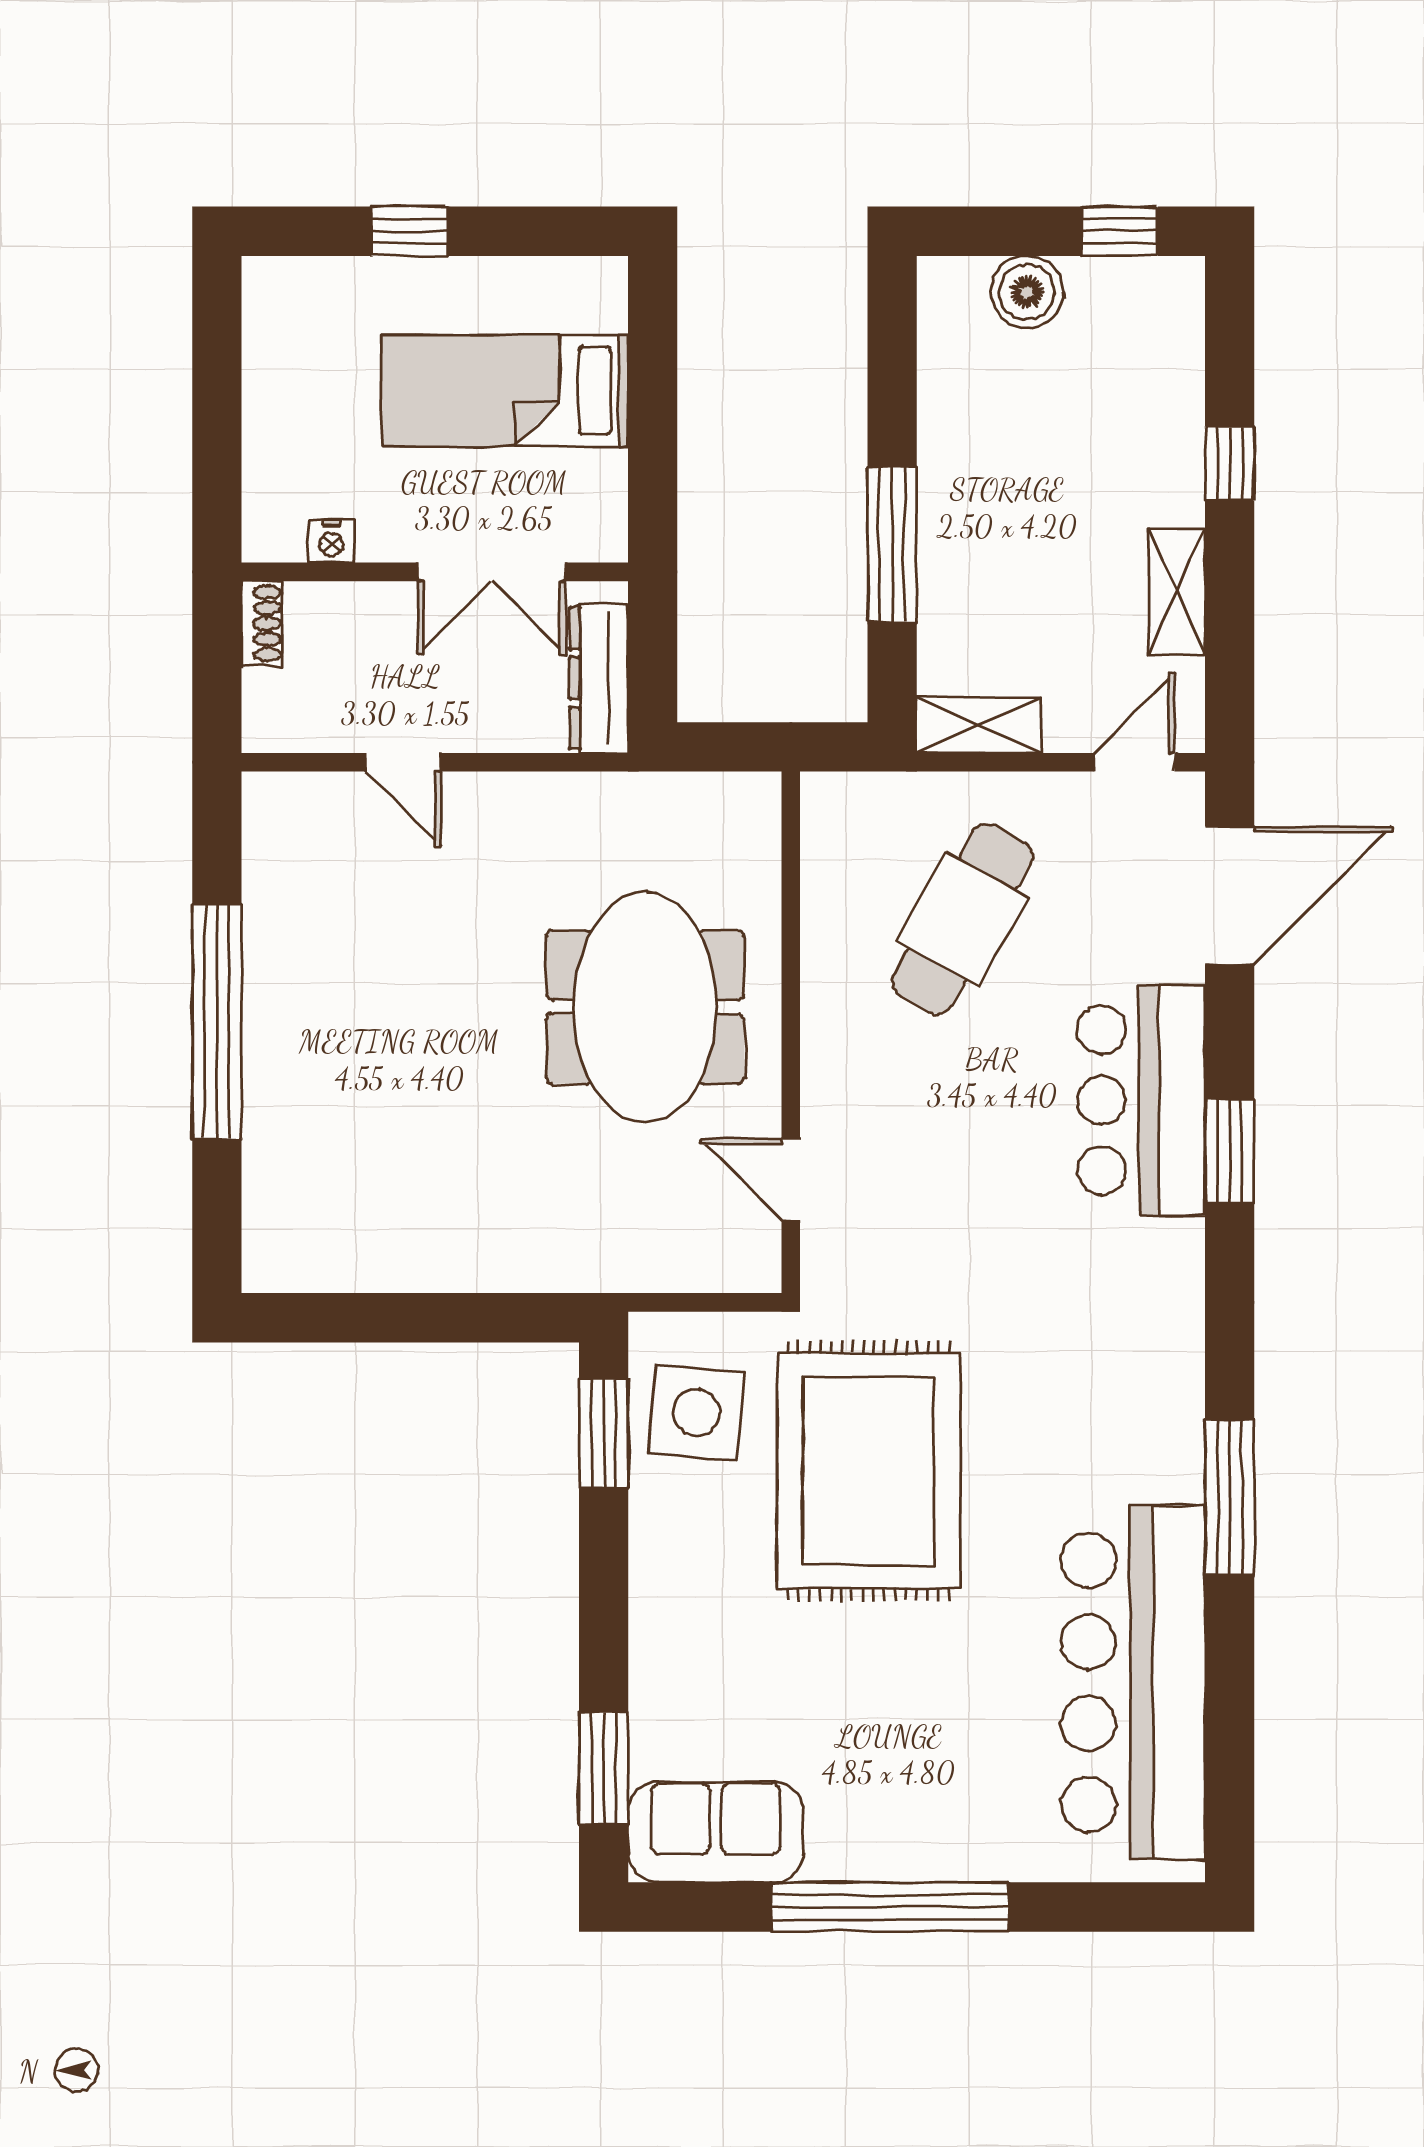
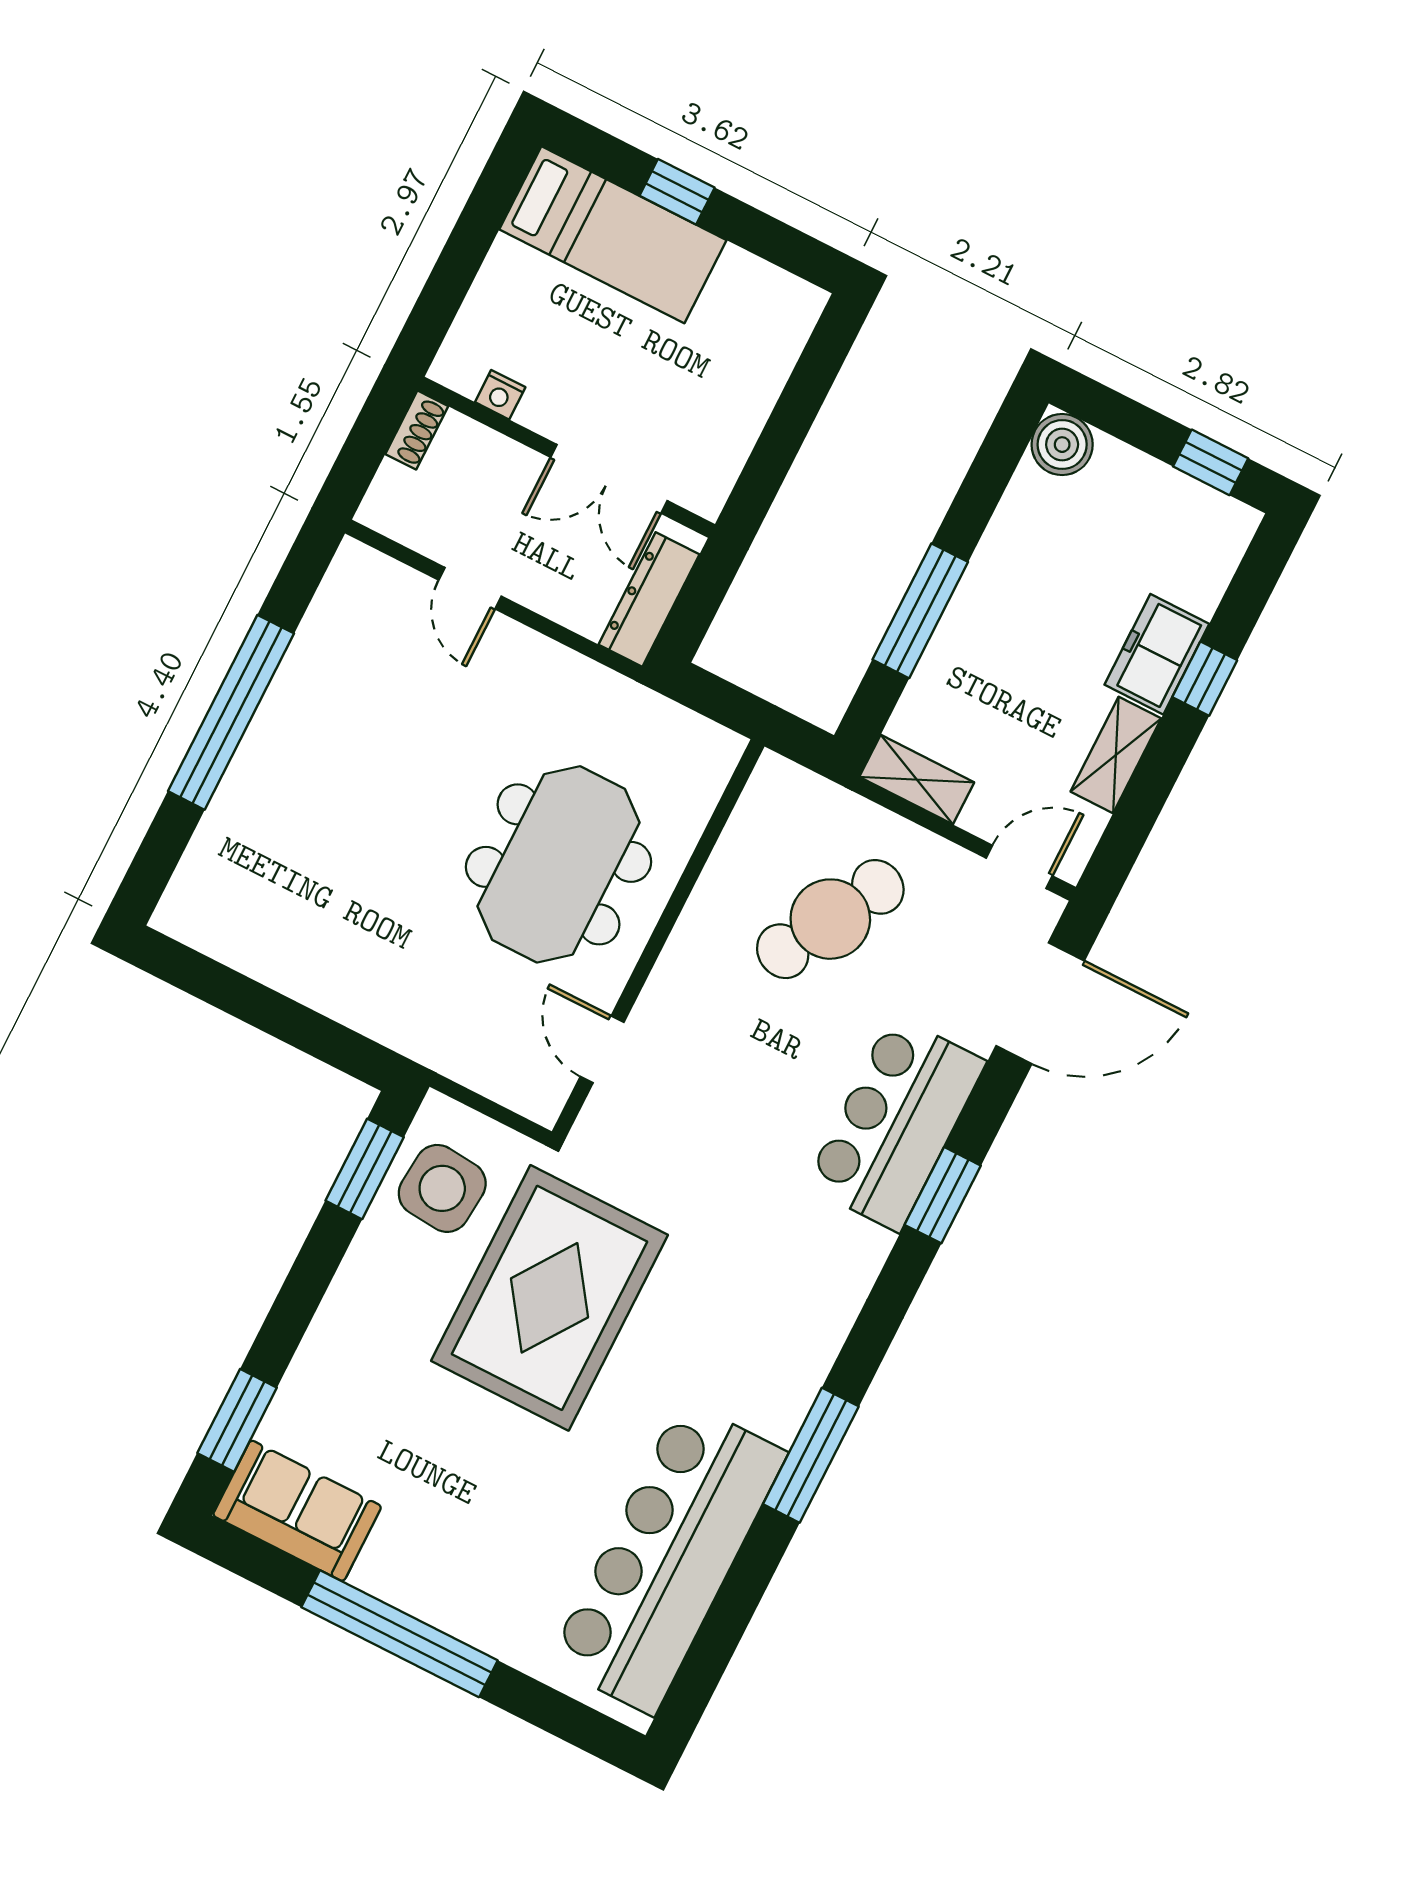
boiler: (1027, 292) -> (1062, 445), moved
bed: (505, 391) -> (613, 235), moved, turned 180
freezer: (1166, 463) -> (1157, 654), added

